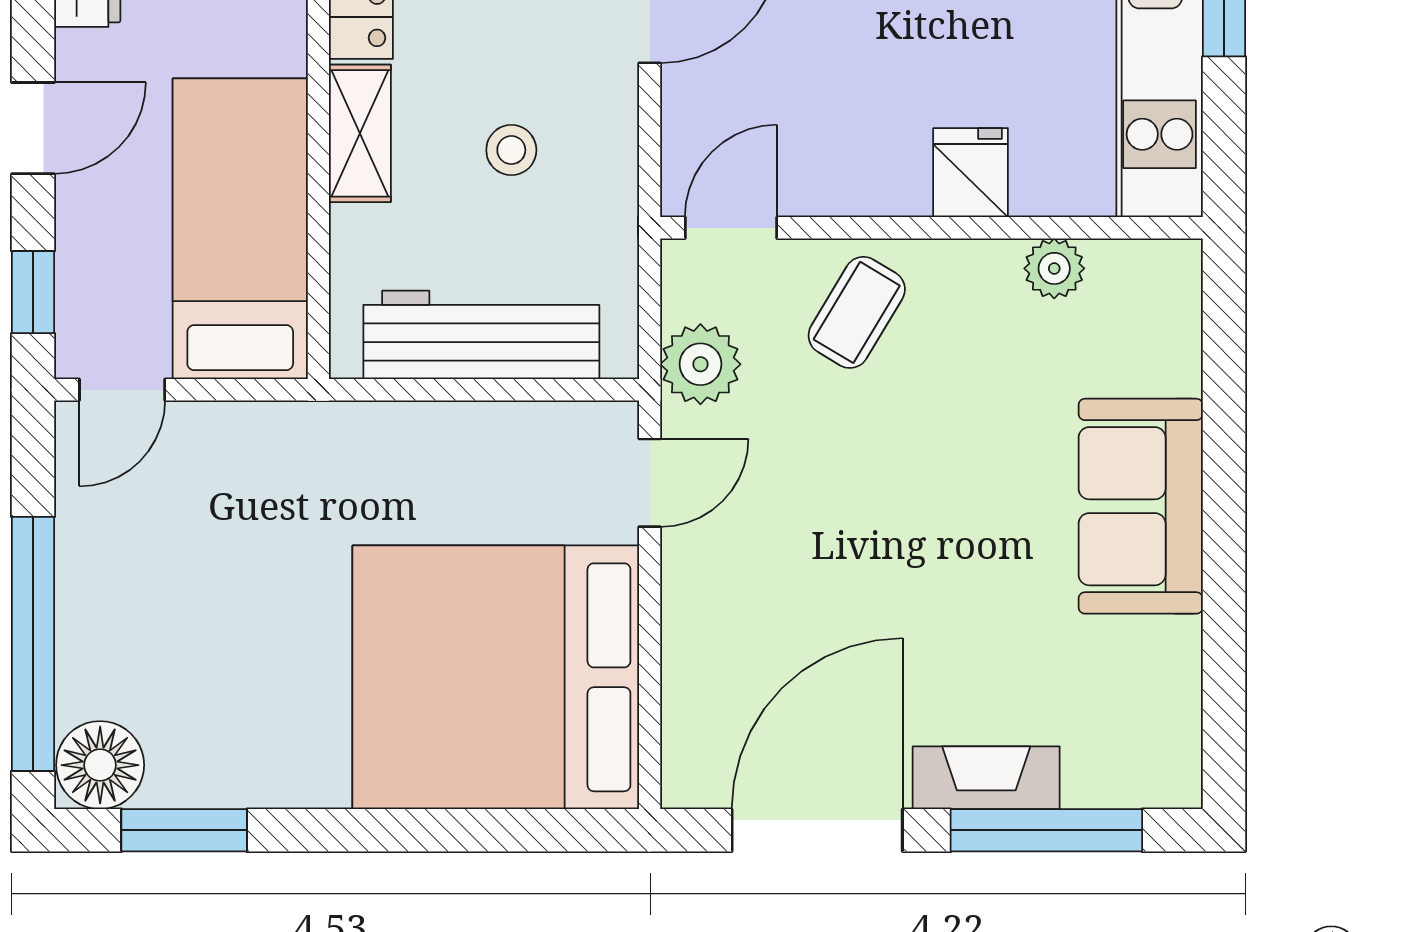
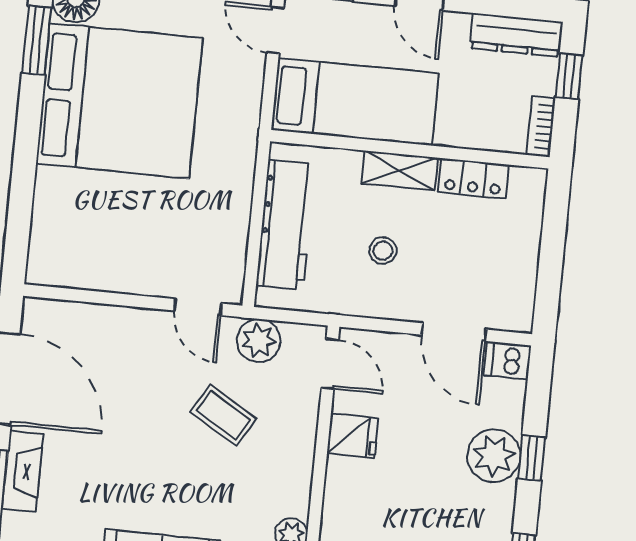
fridge: (971, 173) -> (353, 436), moved
coffee table: (857, 312) -> (223, 415), moved
bed: (496, 677) -> (119, 101), moved, turned 90

